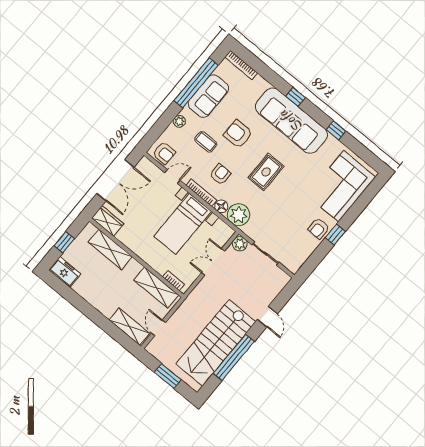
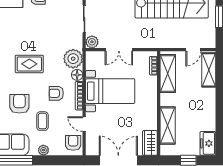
armchair: (238, 134) -> (19, 104), turned 180

